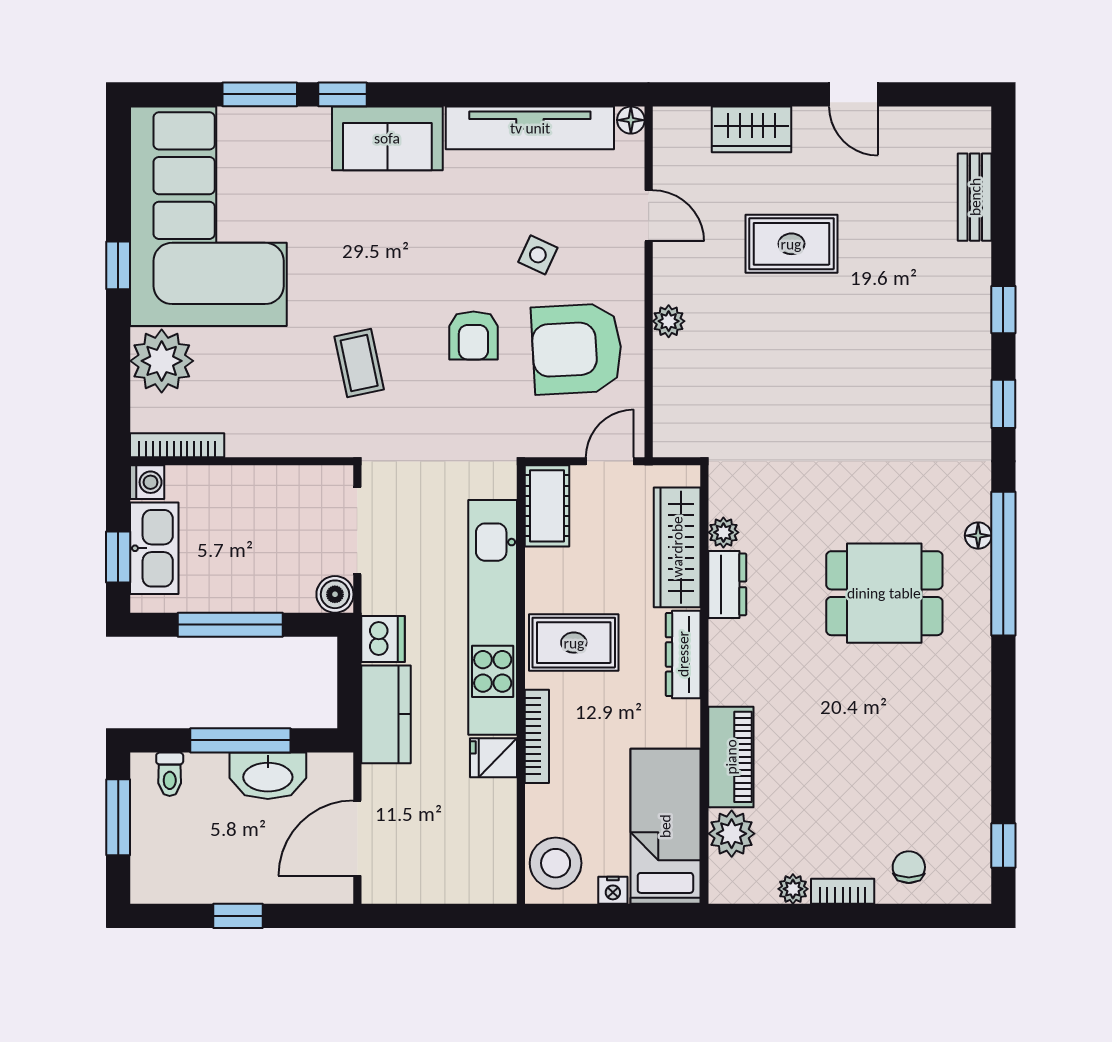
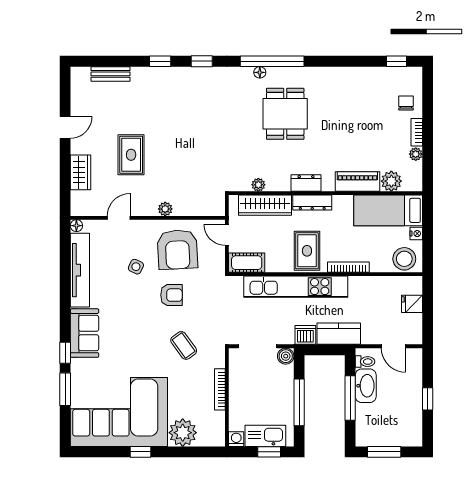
coffee table: (359, 363) -> (184, 345), turned 66
bookcase: (177, 445) -> (220, 389), moved
dresser: (727, 584) -> (306, 183), moved
fridge: (494, 758) -> (412, 304), moved, turned 90
toilet: (170, 774) -> (365, 362), moved
door: (357, 838) -> (393, 346), width x0.73
chair: (909, 867) -> (406, 103), turned 90

